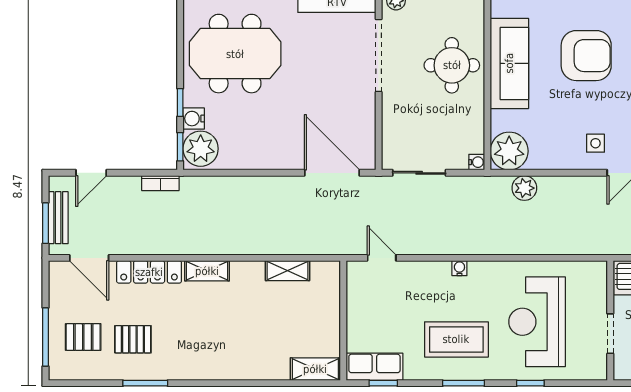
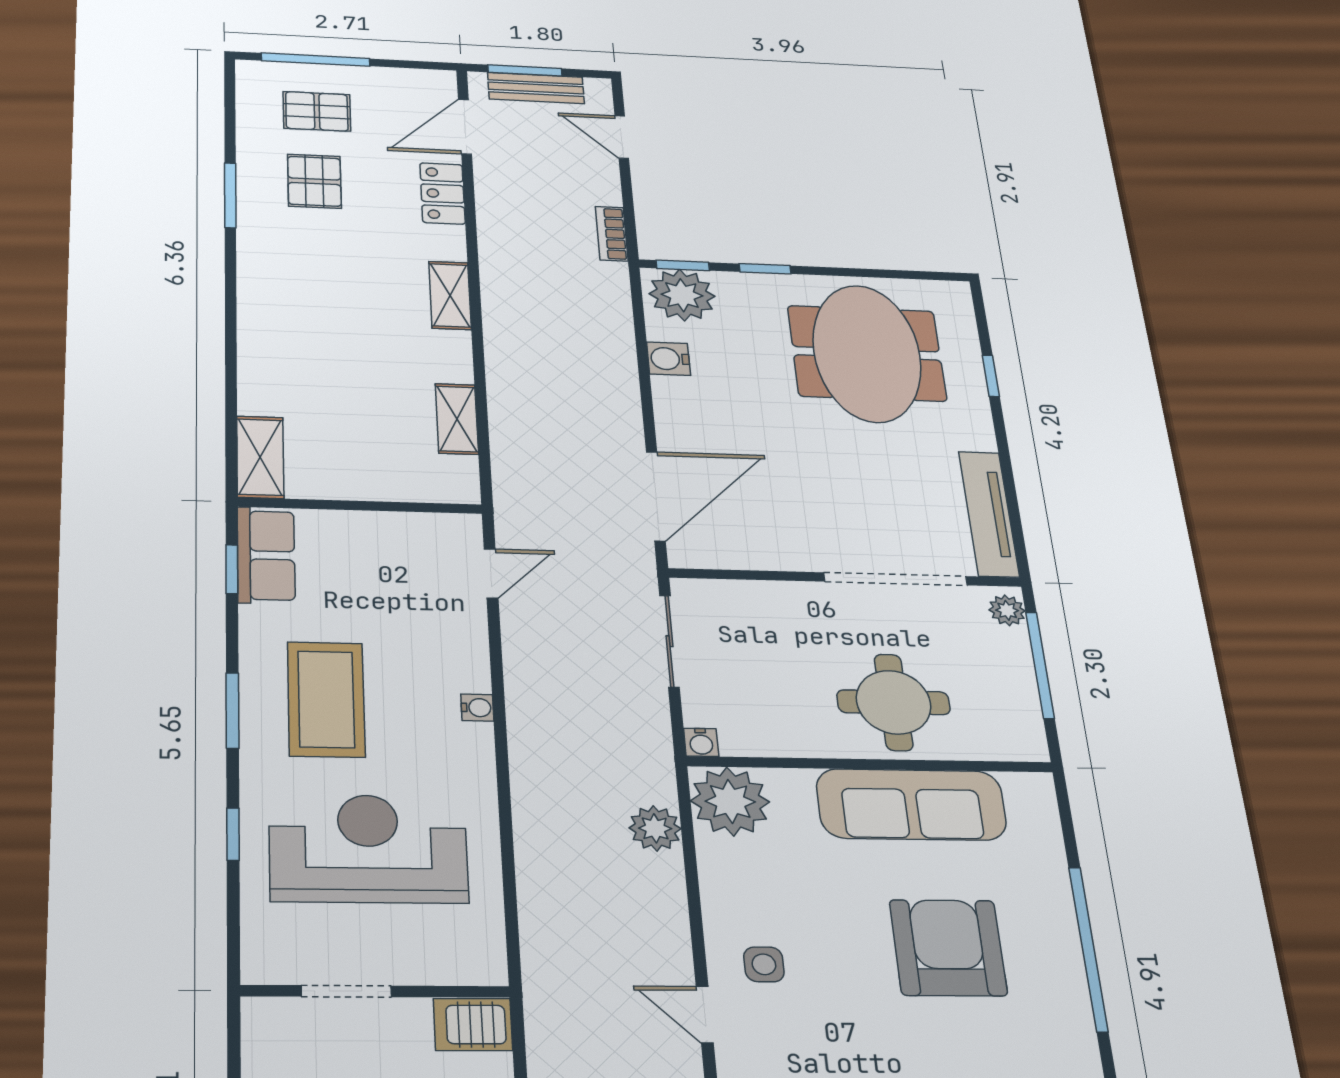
armchair: (586, 56) -> (948, 948), turned 180
water cooler: (194, 119) -> (669, 359), moved, turned -90
locker: (149, 272) -> (443, 193), width x0.66
pallet: (83, 337) -> (317, 111), turned 90

